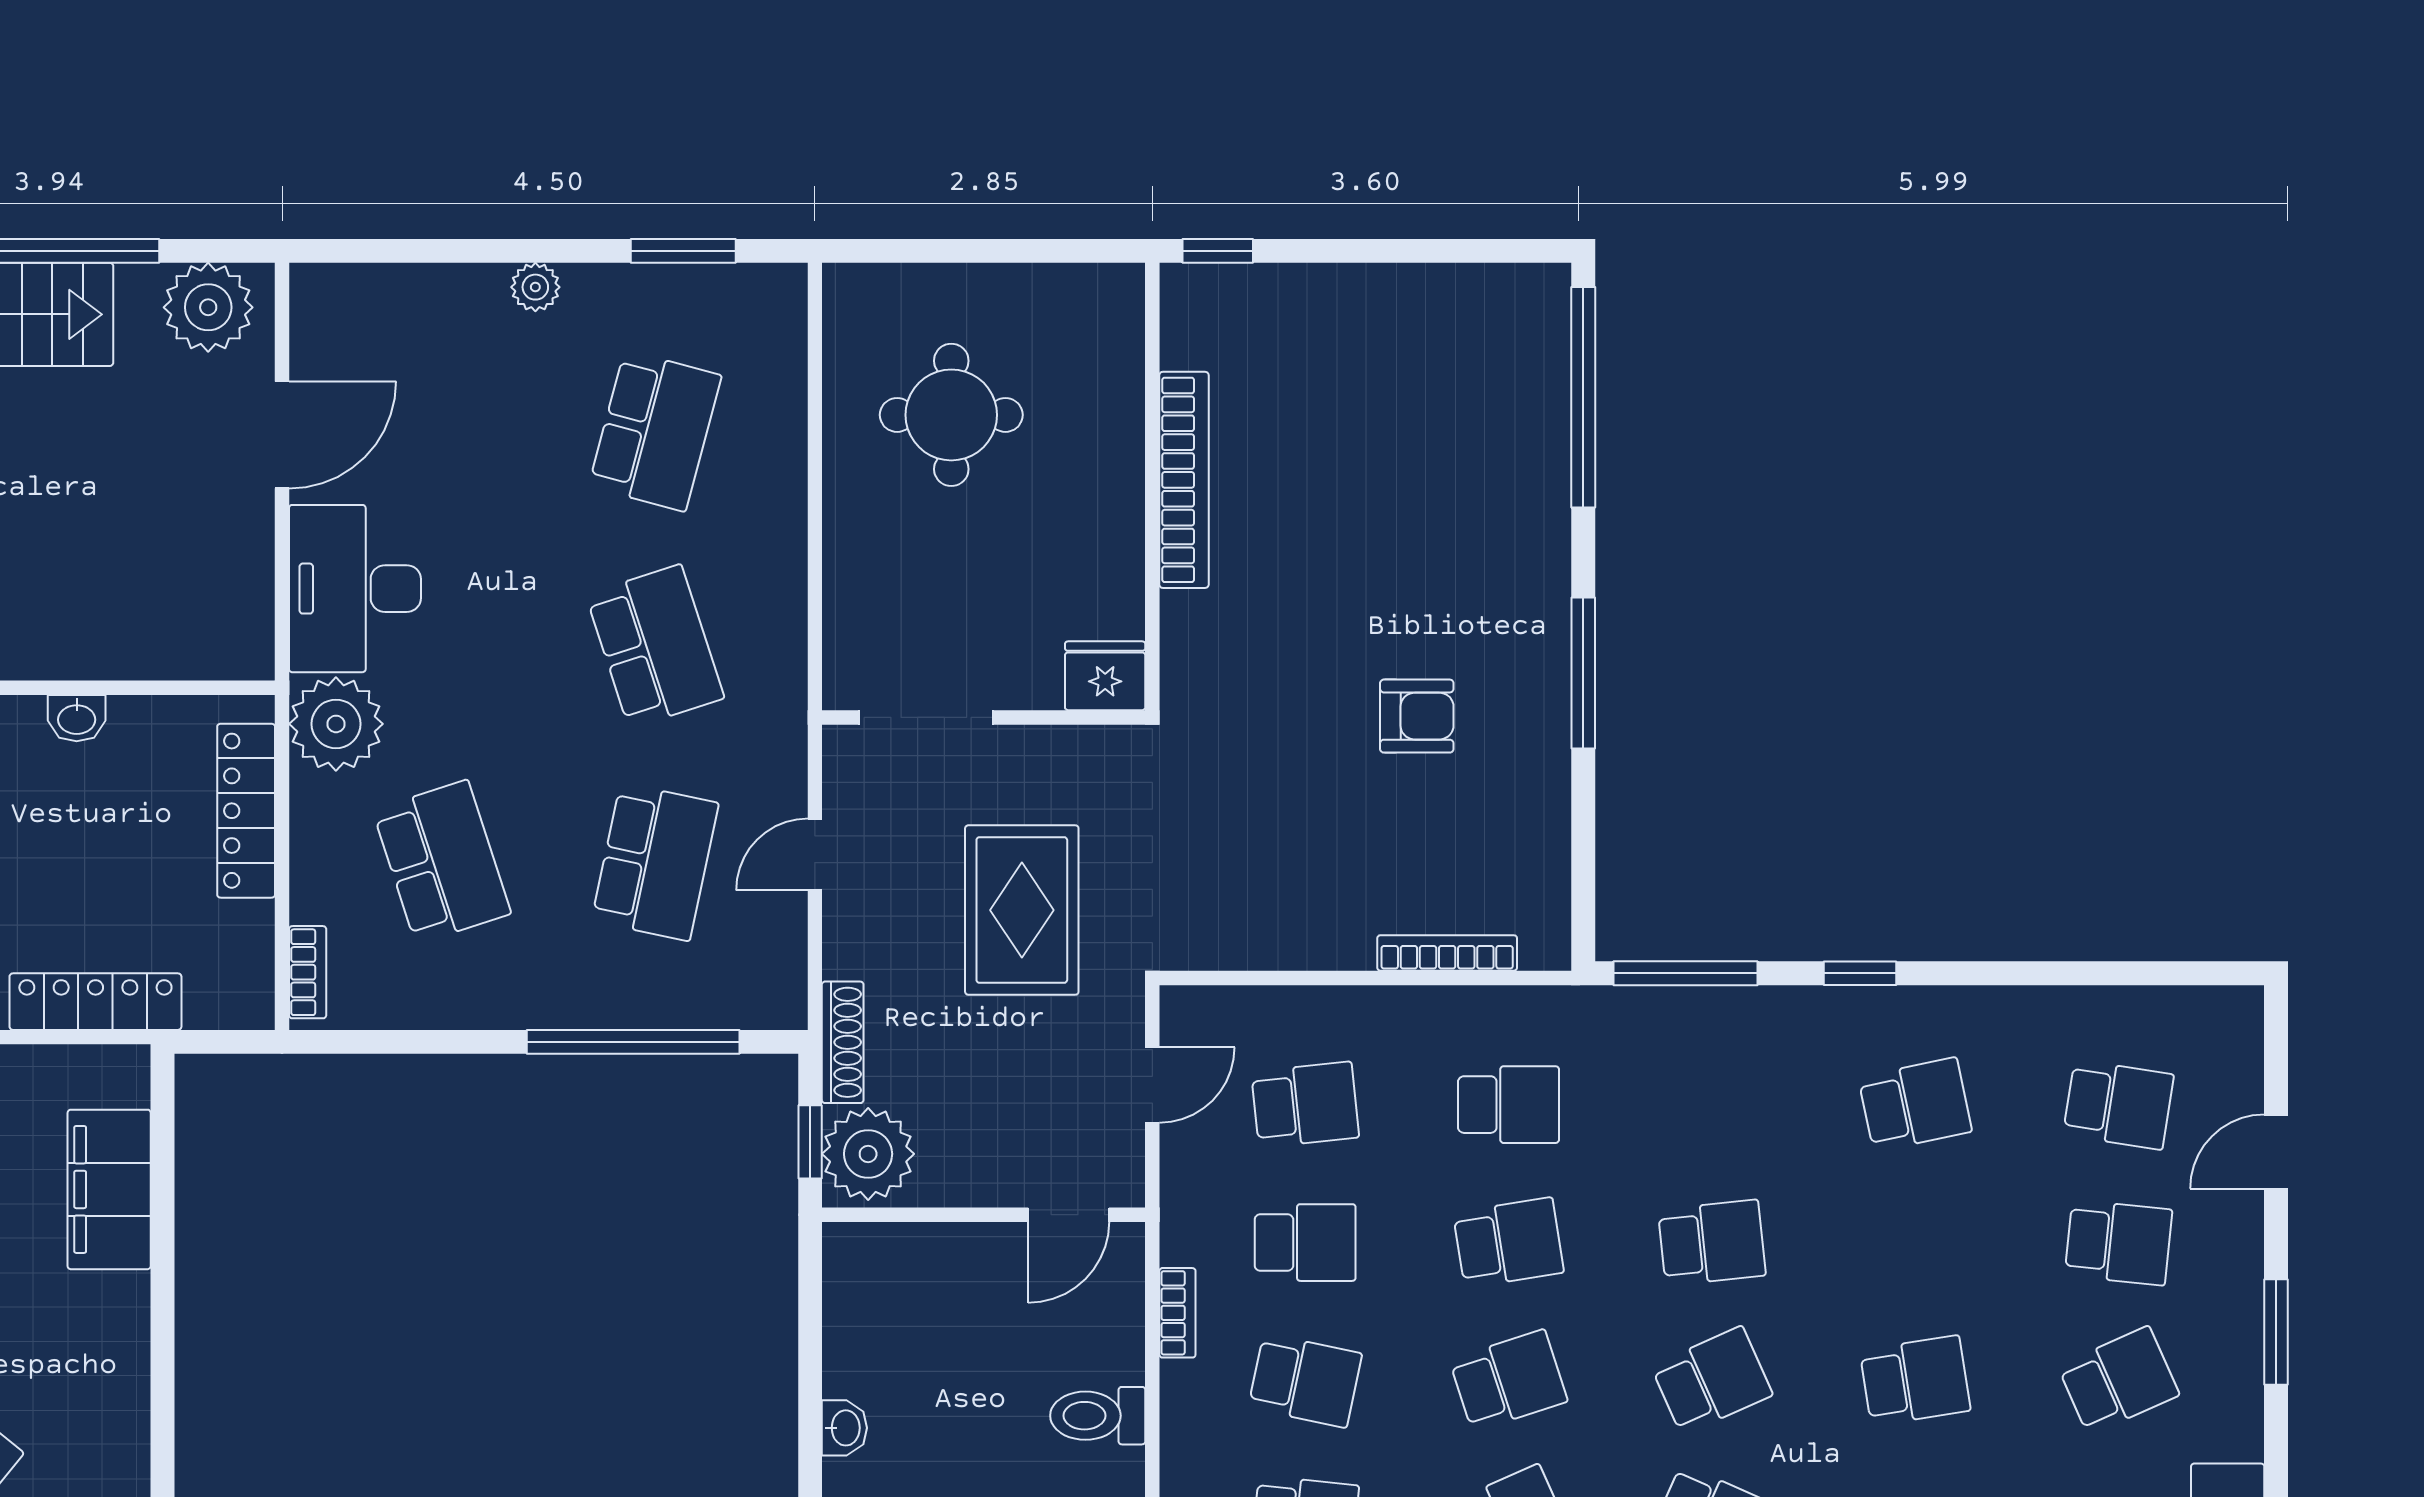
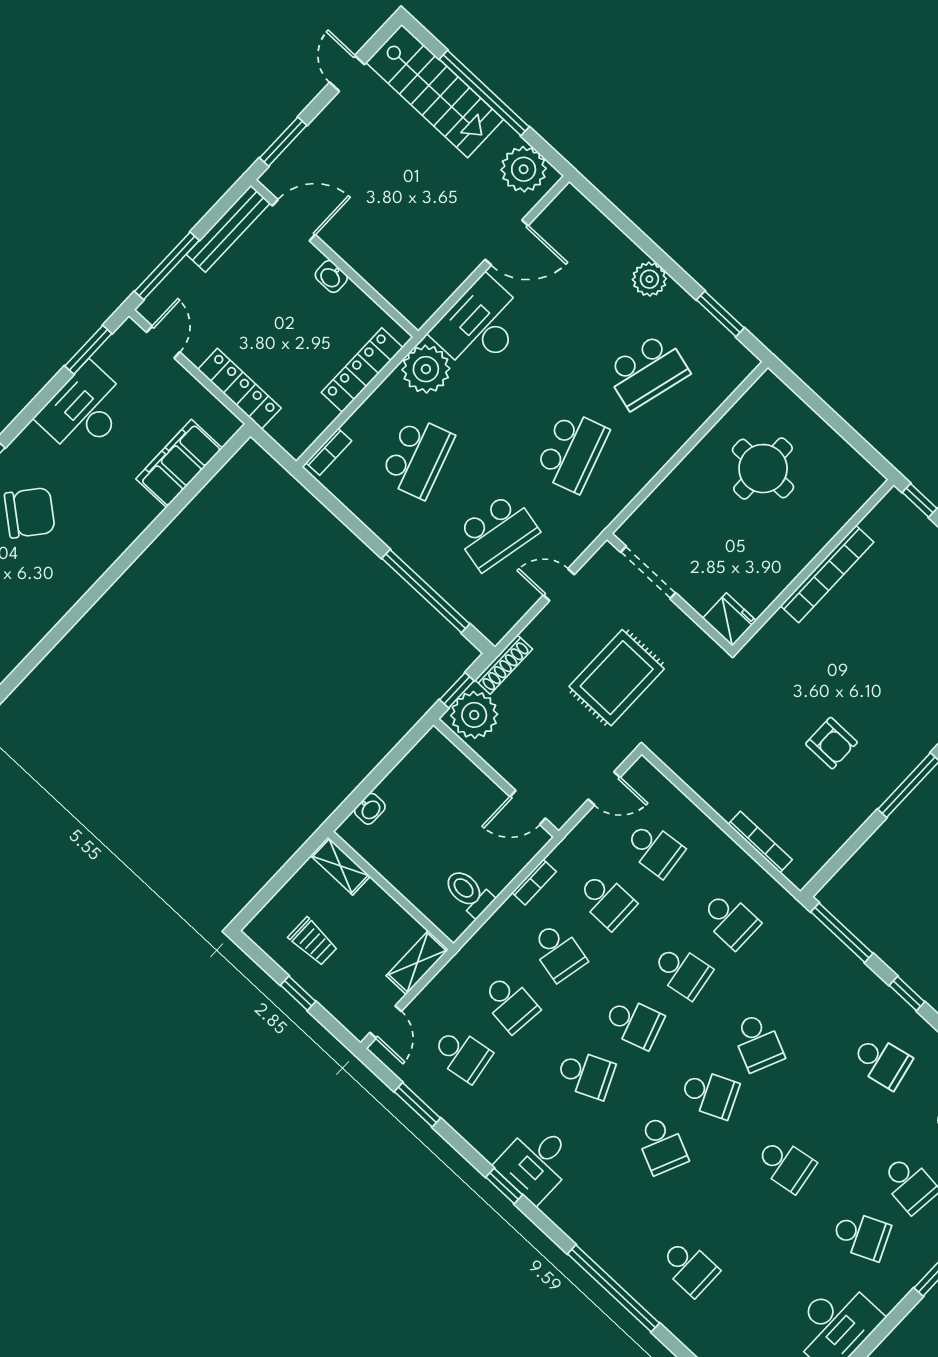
plant: (535, 287) -> (649, 279), width x1.38, depth x1.38
school desk: (1712, 1243) -> (758, 1042), turned 30

